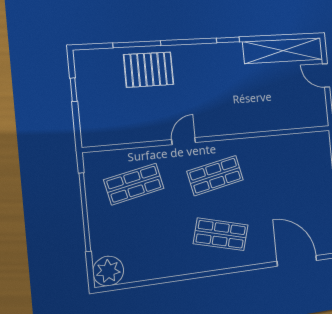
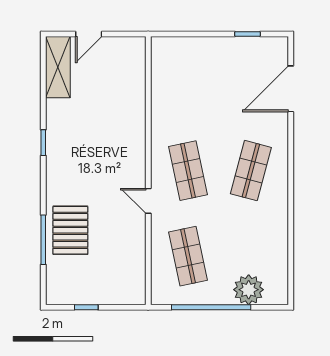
shelving: (283, 51) -> (58, 67), width x0.68
plant: (108, 271) -> (249, 290), moved

